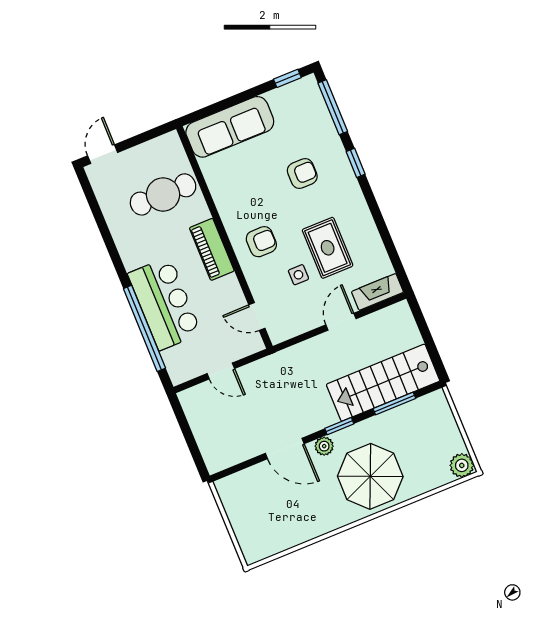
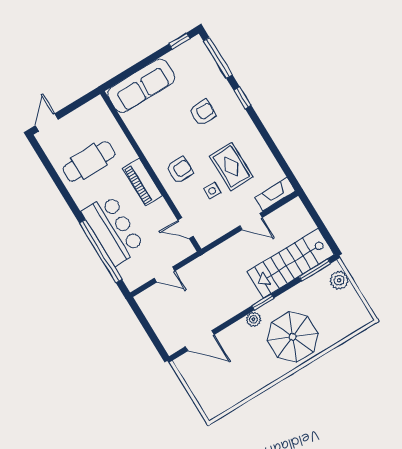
cafe table: (163, 194) -> (89, 161), moved
door: (341, 322) -> (251, 222), swing flipped
window: (394, 404) -> (315, 270), moved
door: (285, 449) -> (200, 341), moved
plant: (462, 465) -> (339, 280), moved

